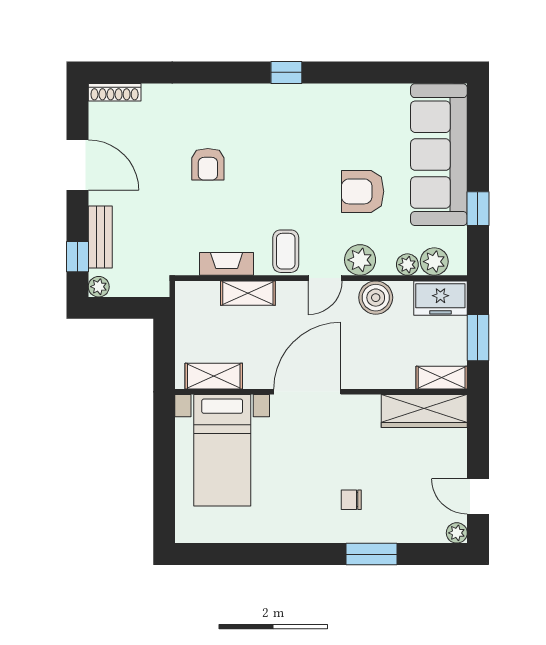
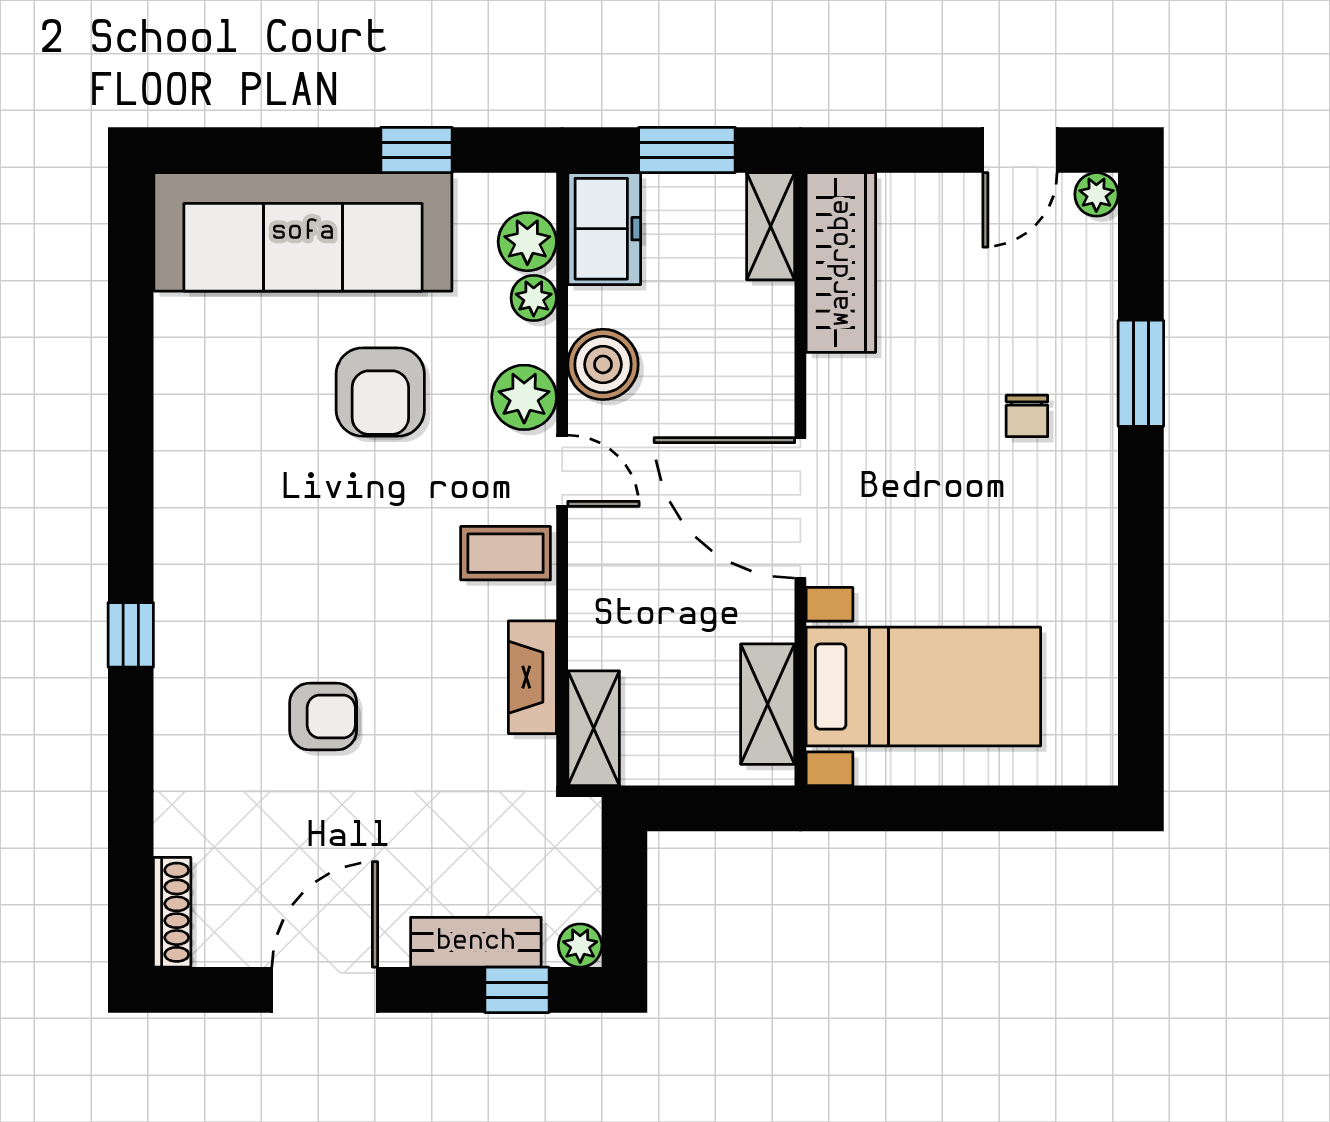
window: (286, 72) -> (131, 635), moved
shelving: (248, 293) -> (594, 728), moved

